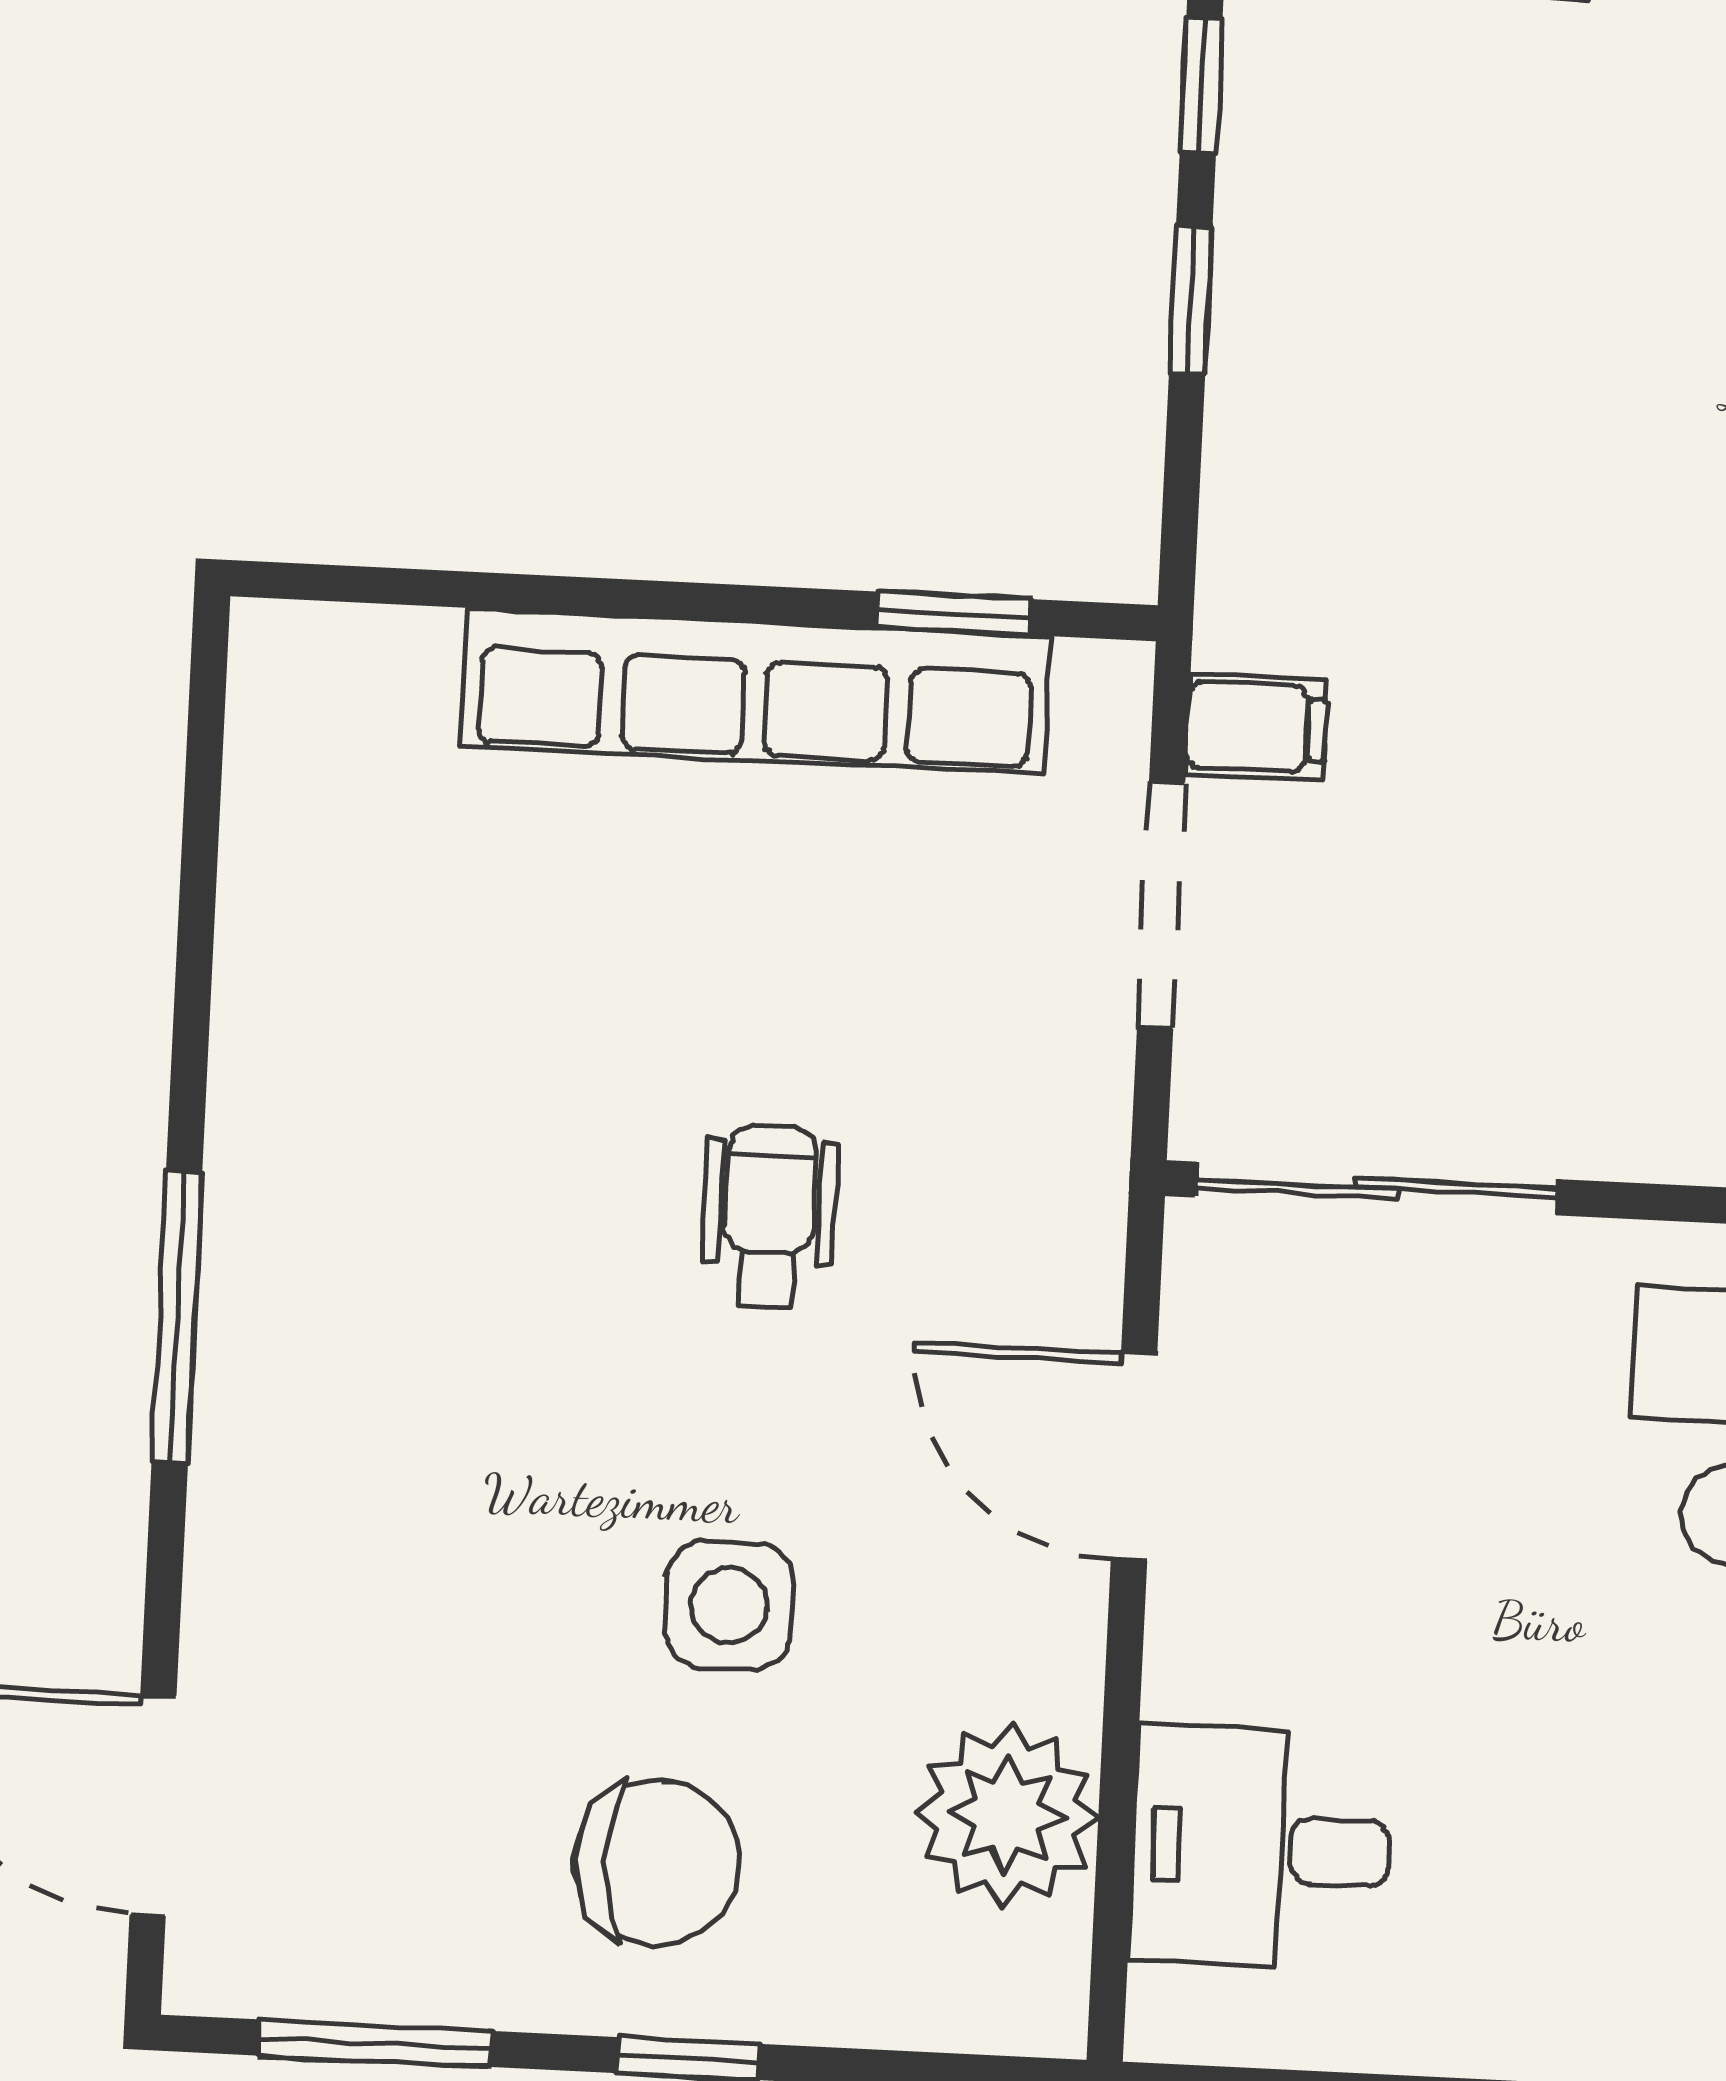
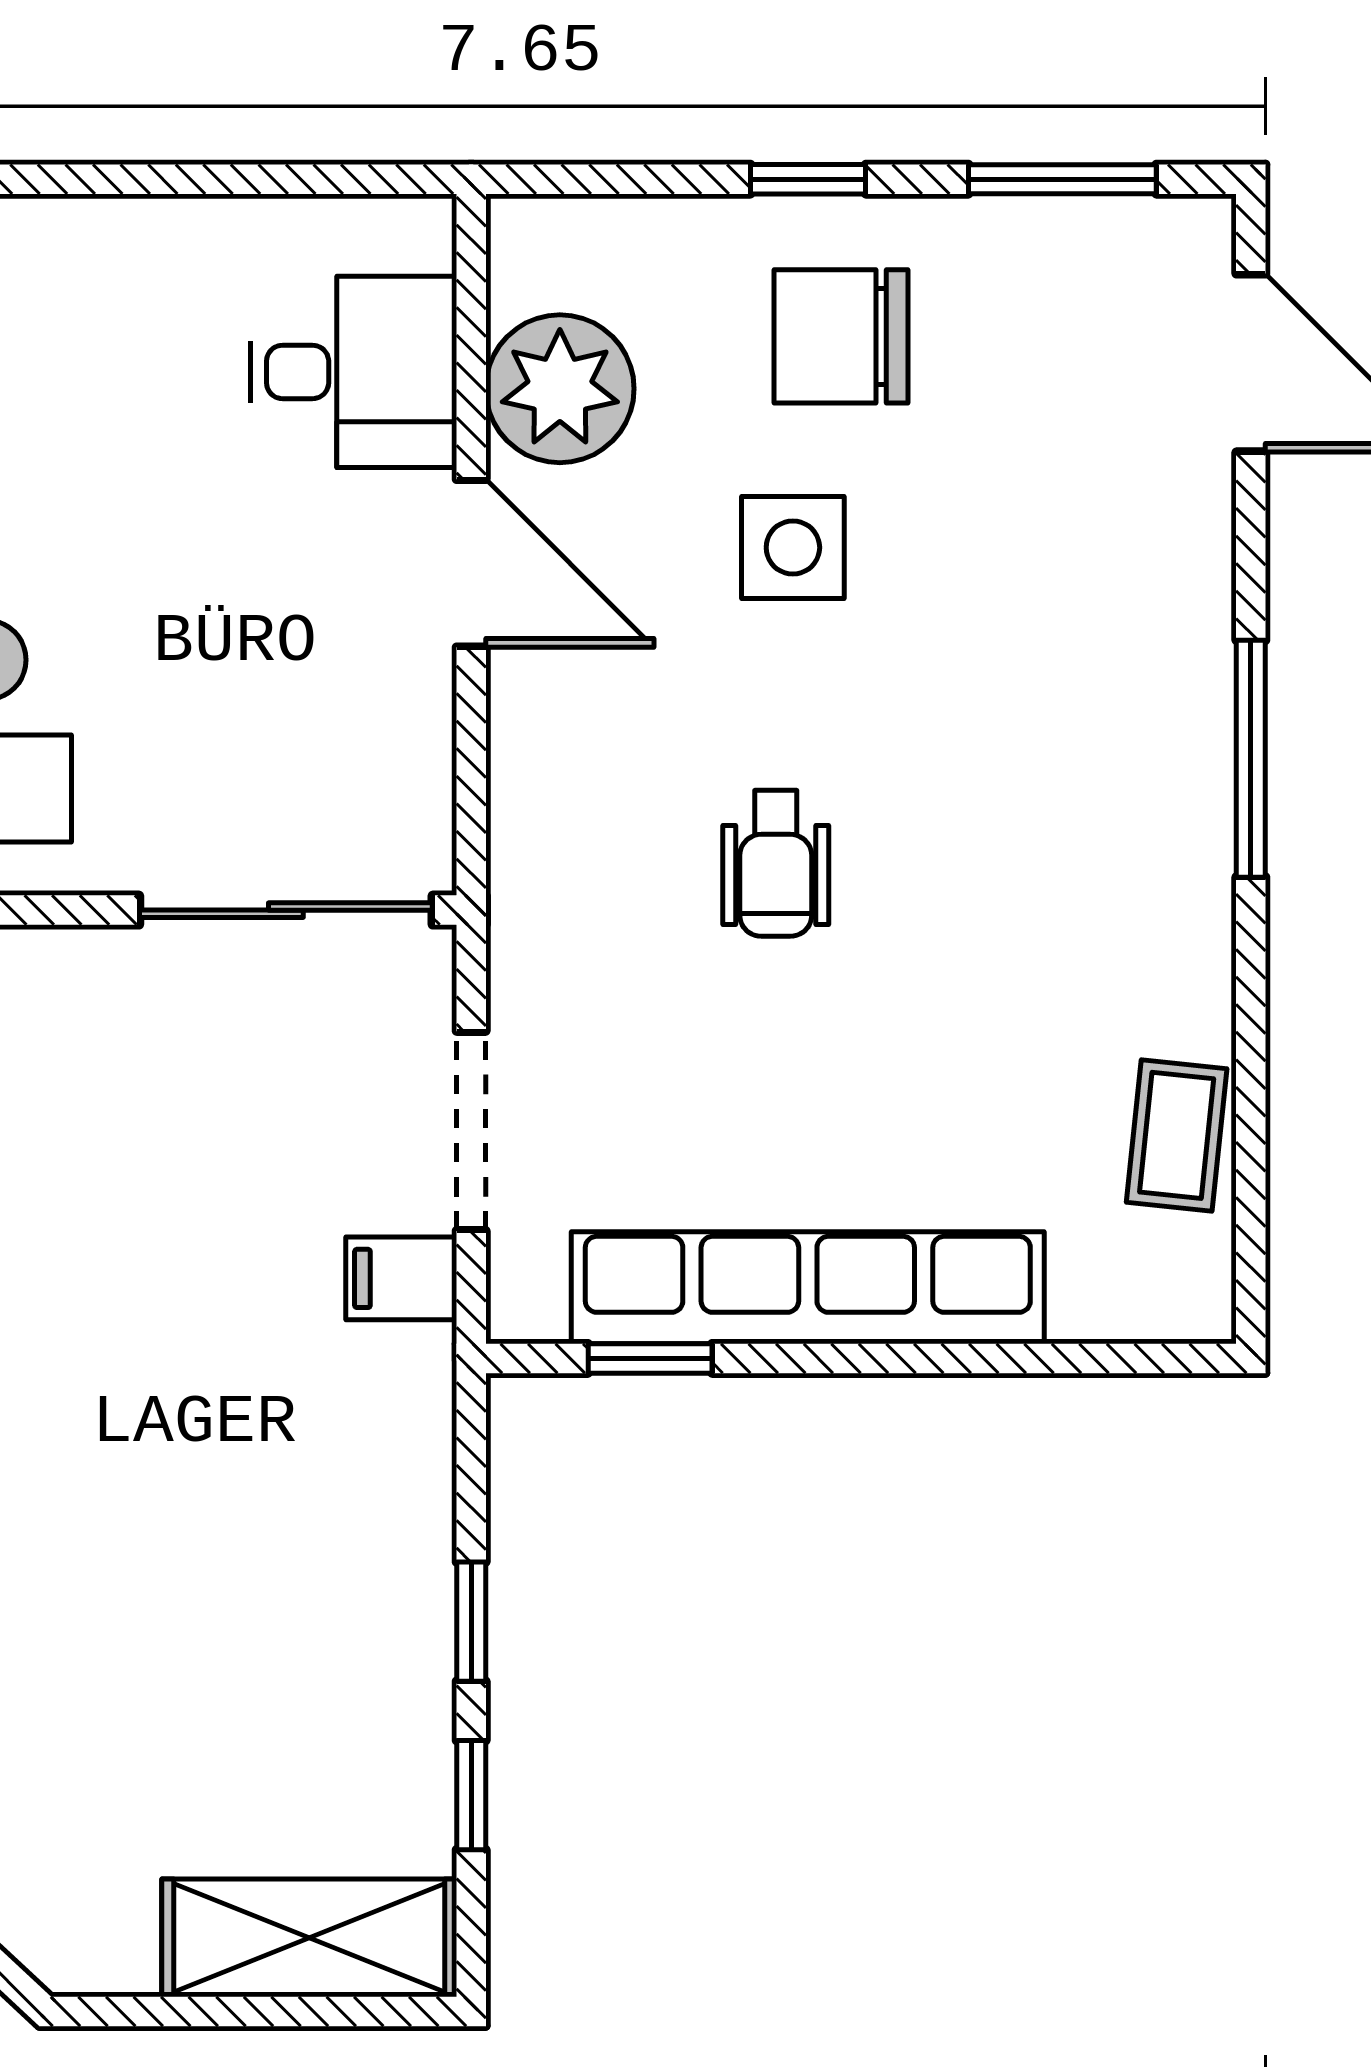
coffee table: (291, 857) -> (1177, 1135), added
door: (1134, 1457) -> (471, 563), moved

